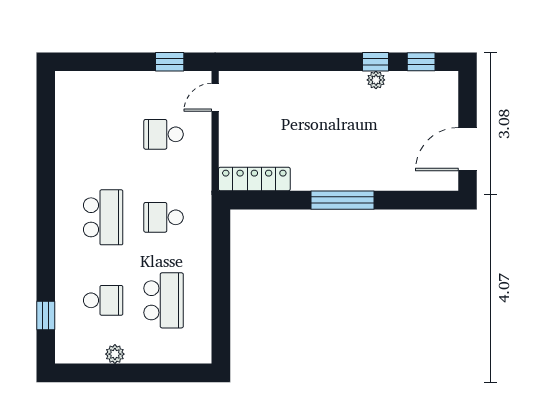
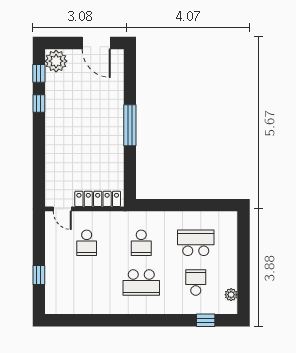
window: (170, 62) -> (39, 275), moved
plant: (376, 80) -> (56, 61), moved, width x1.88, depth x1.88
locker: (254, 179) -> (98, 199), moved, turned 90
school desk: (103, 217) -> (141, 283), turned 180
plant: (115, 354) -> (231, 295), moved

